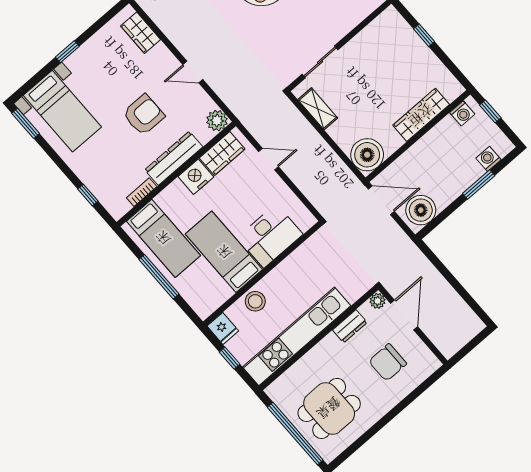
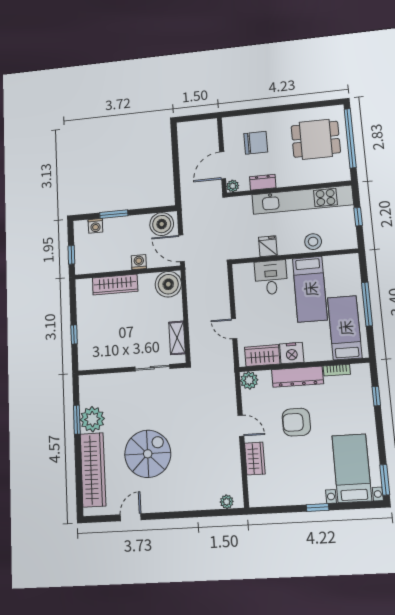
wardrobe: (141, 33) -> (255, 459), moved
washing machine: (462, 113) -> (139, 262), moved
desk: (270, 236) -> (271, 277), width x0.73
fridge: (223, 328) -> (268, 246), moved

